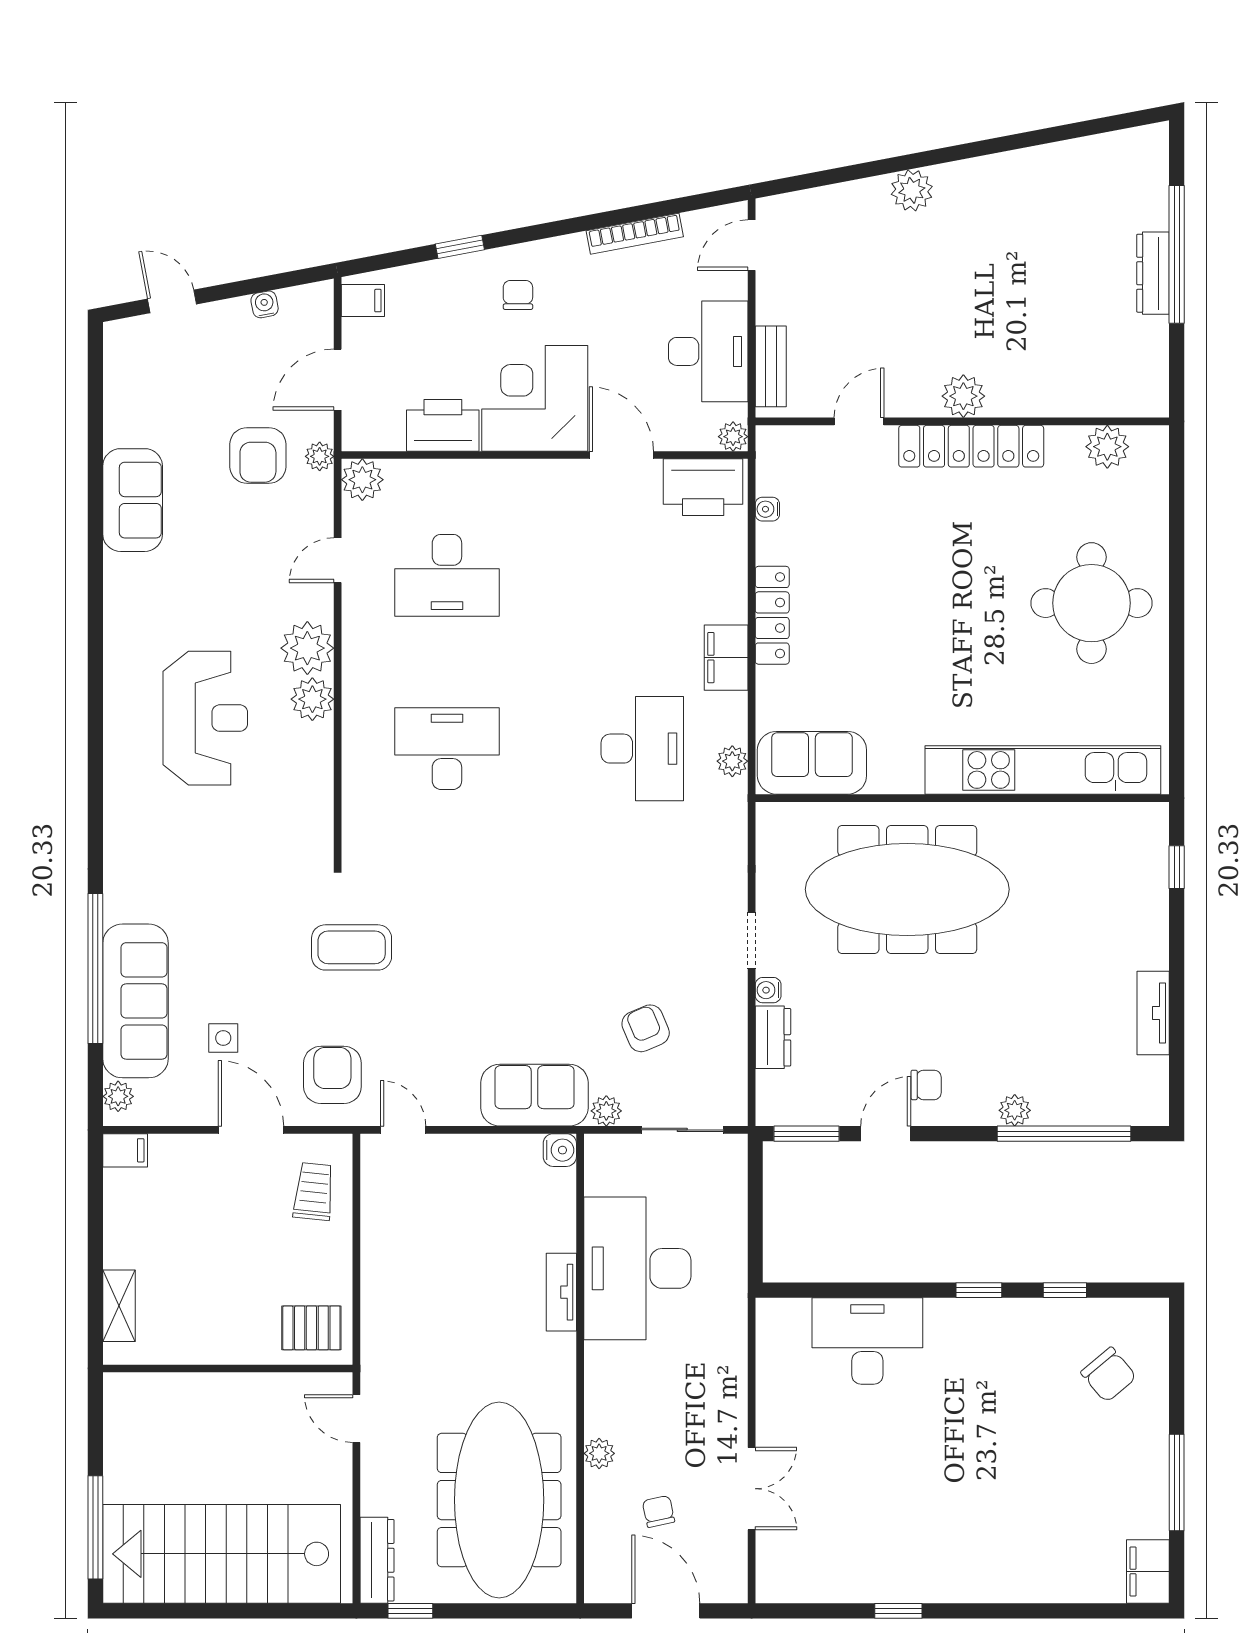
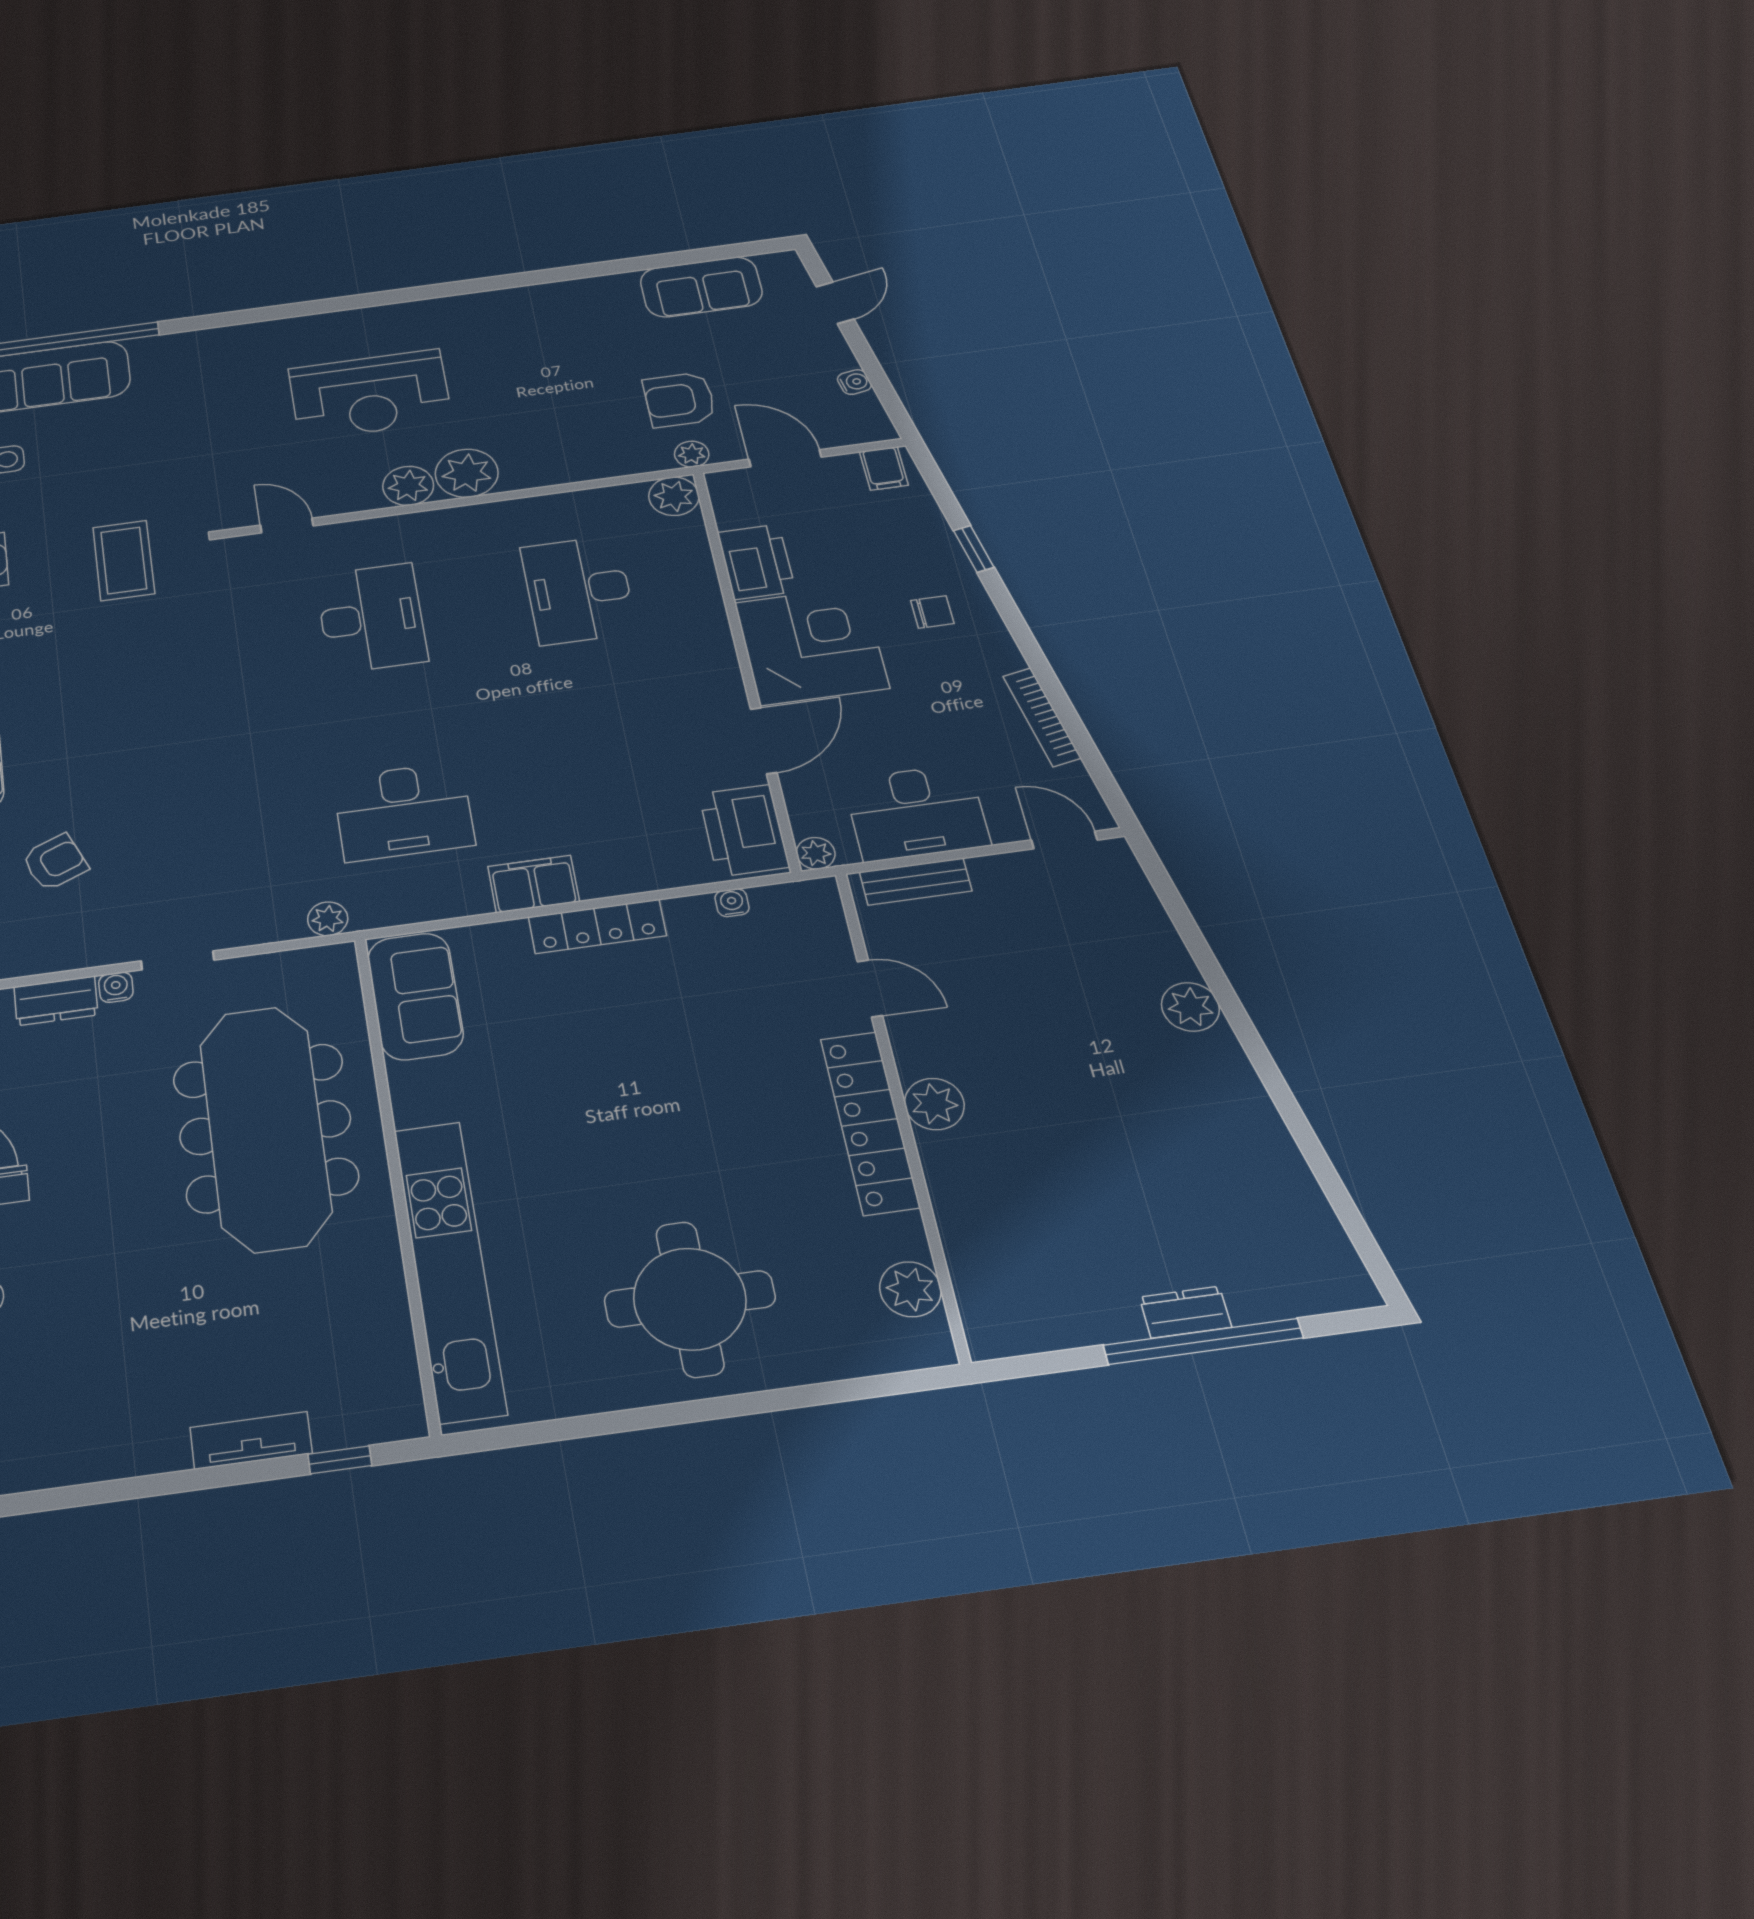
dresser: (1153, 273) -> (1185, 1312), width x0.70
sofa: (133, 500) -> (701, 287), moved
door: (338, 560) -> (287, 525), moved
plant: (732, 761) -> (328, 919), moved
tv unit: (1153, 1013) -> (251, 1440), moved

